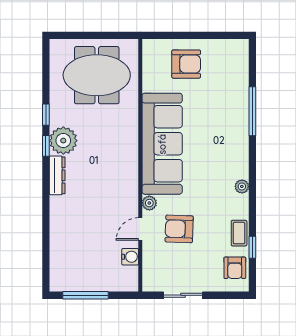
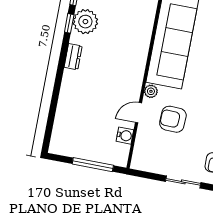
dresser: (57, 175) -> (73, 57), width x0.70
window: (85, 295) -> (93, 165), moved
sliding door: (183, 295) -> (183, 182), moved

